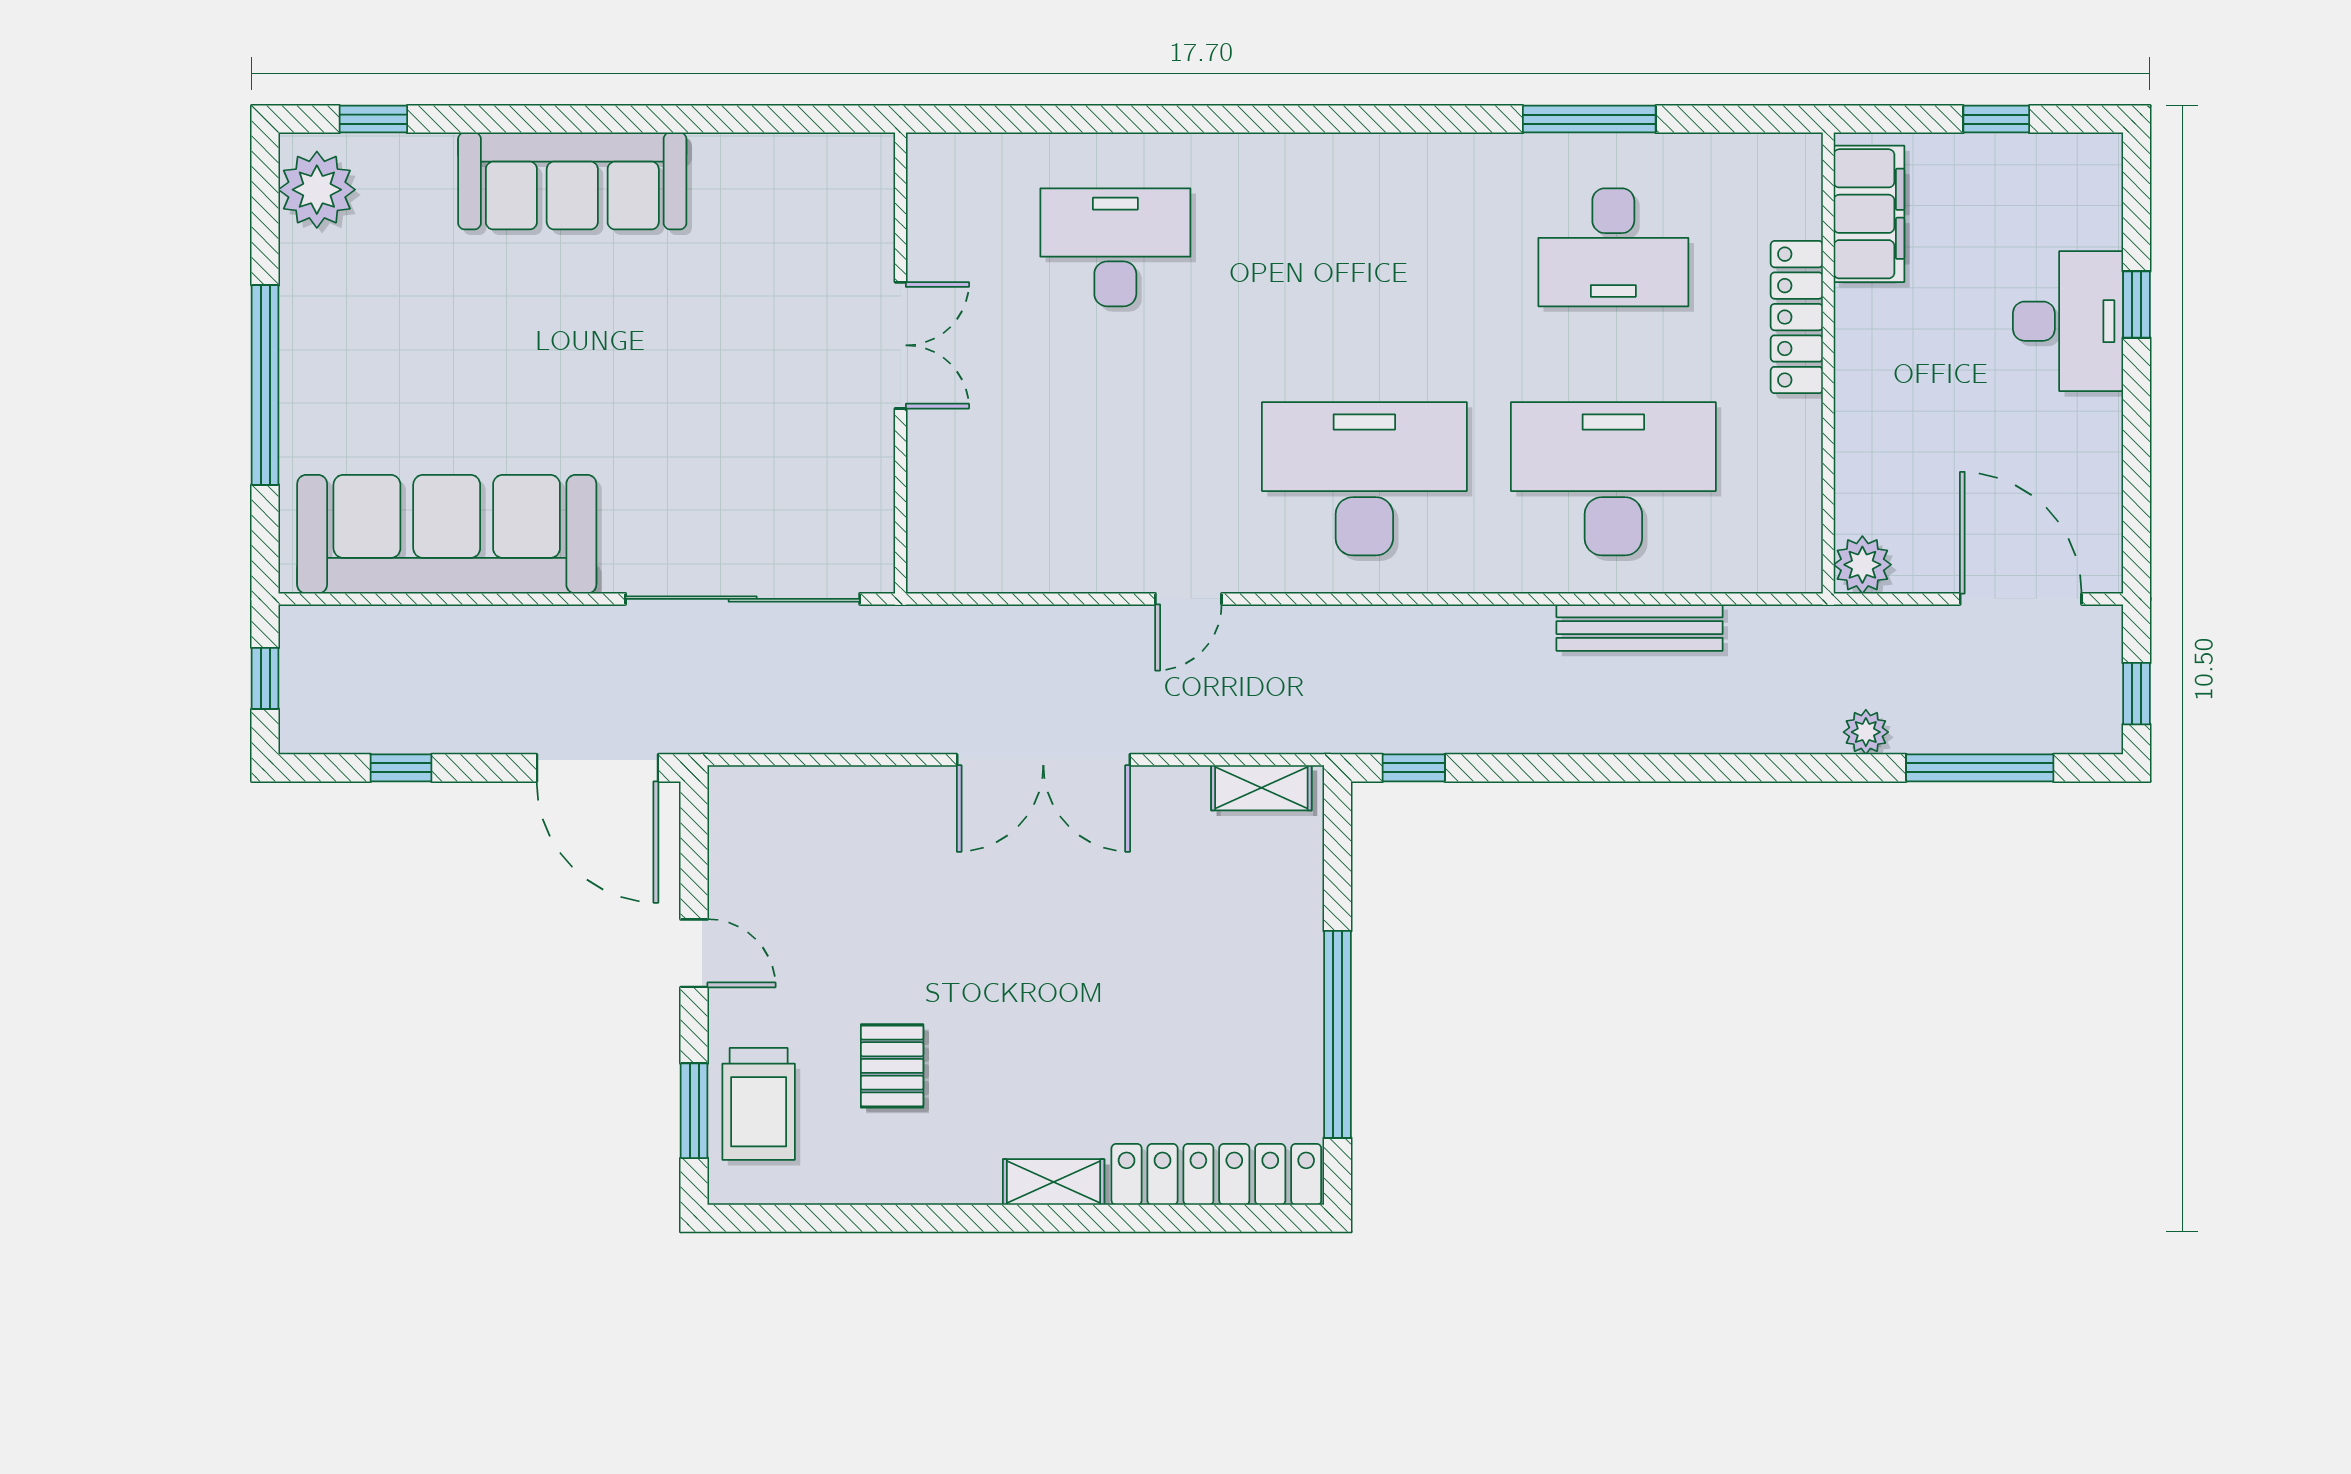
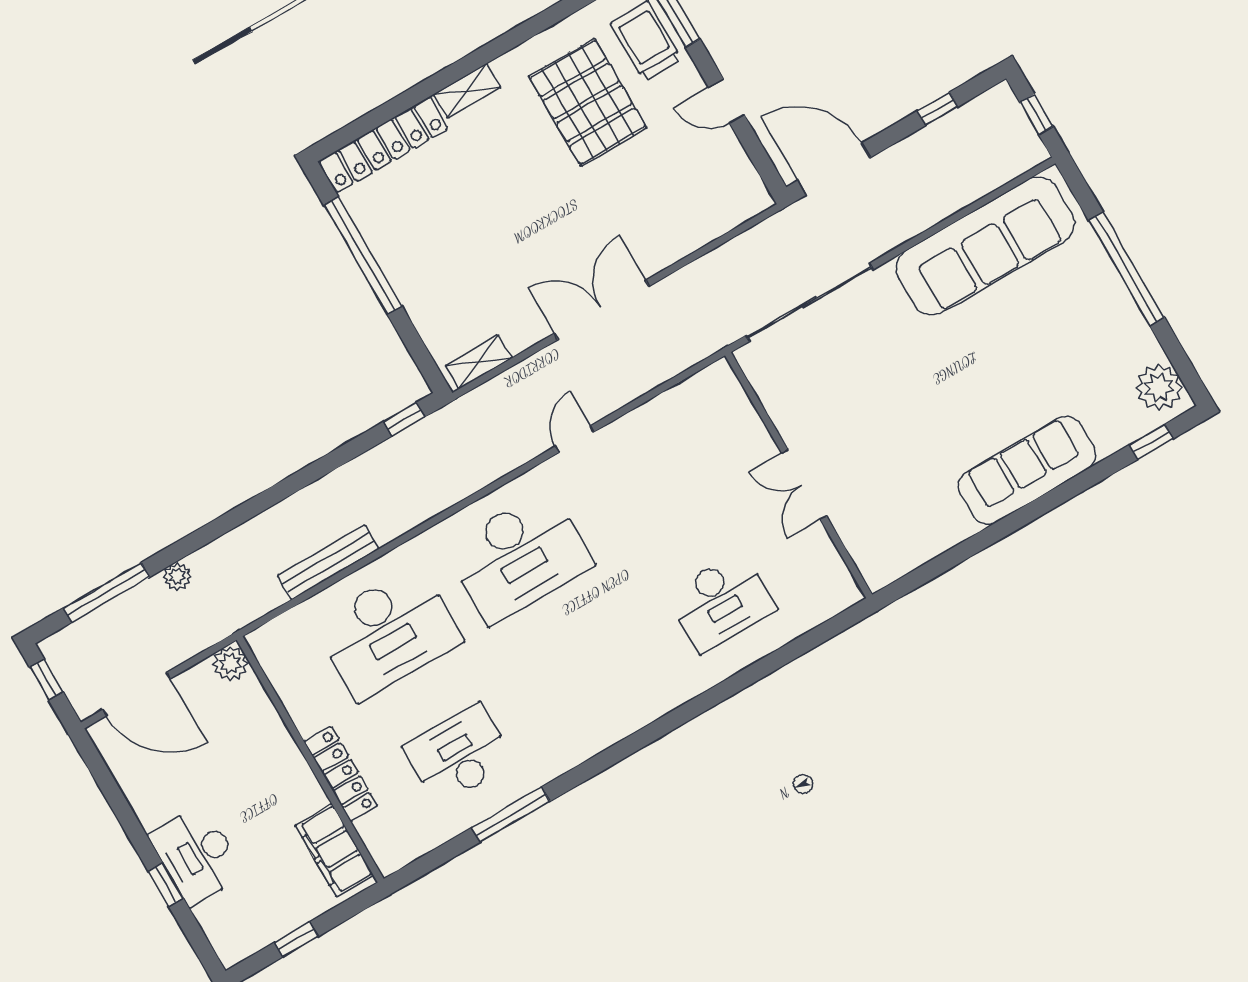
pallet: (892, 1066) -> (588, 102), width x2.05, depth x2.00

